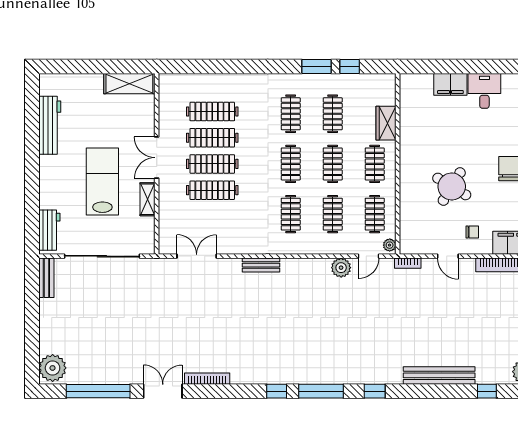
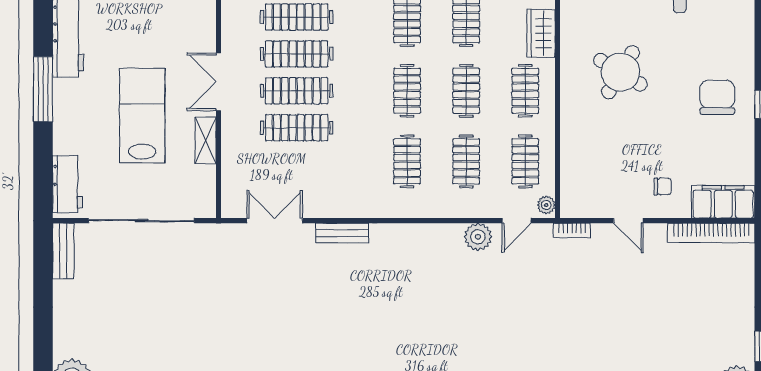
window: (32, 163) -> (43, 89), added
round table: (452, 186) -> (620, 72), moved
bench: (261, 265) -> (342, 233), moved

